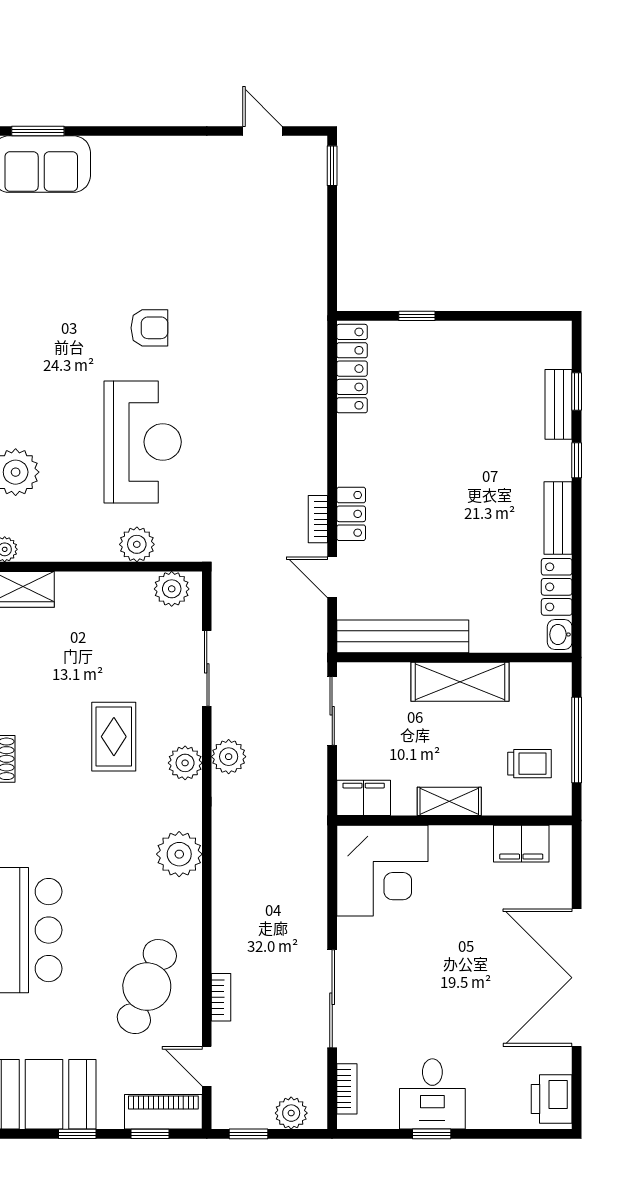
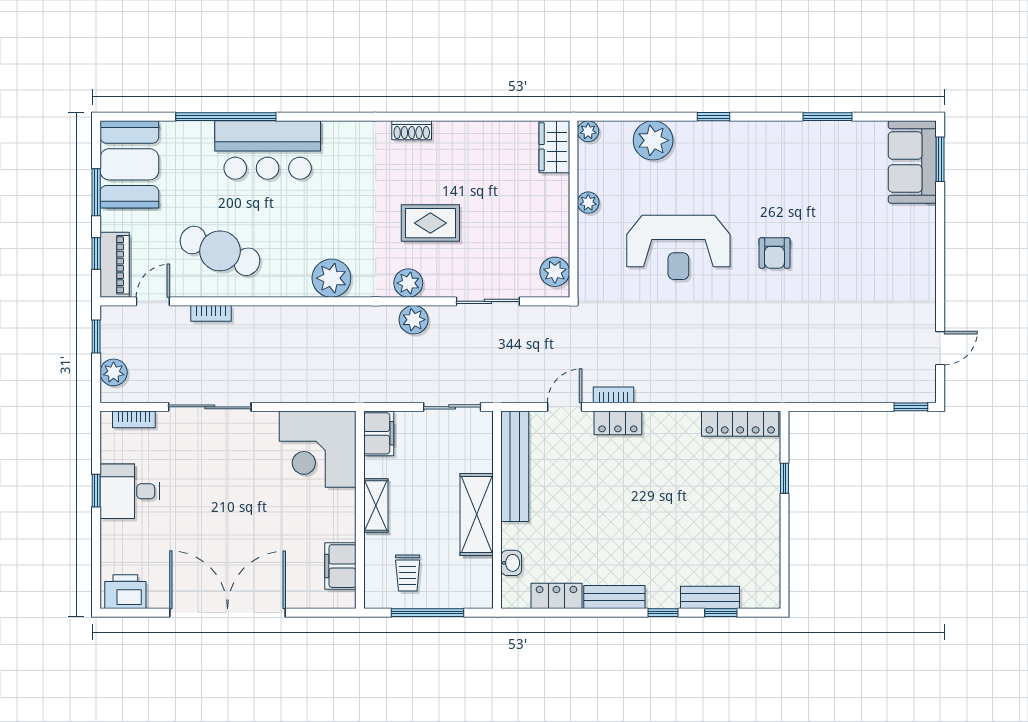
plant: (137, 544) -> (588, 203), moved, width x0.73, depth x0.73
washbasin: (560, 635) -> (511, 563), moved, turned 90
window: (77, 1134) -> (96, 192), width x1.50

